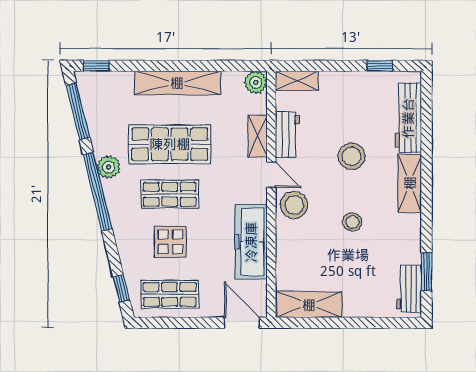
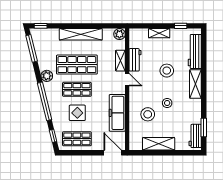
shelving: (297, 81) -> (159, 33), moved
window: (98, 192) -> (45, 101), moved
stool: (294, 205) -> (148, 114), moved
shelving: (309, 305) -> (159, 144), moved

